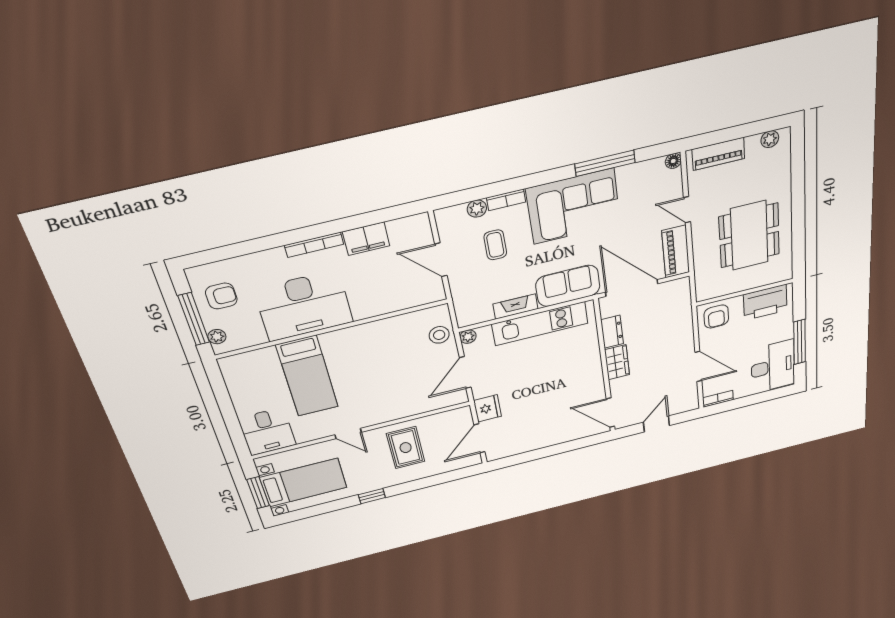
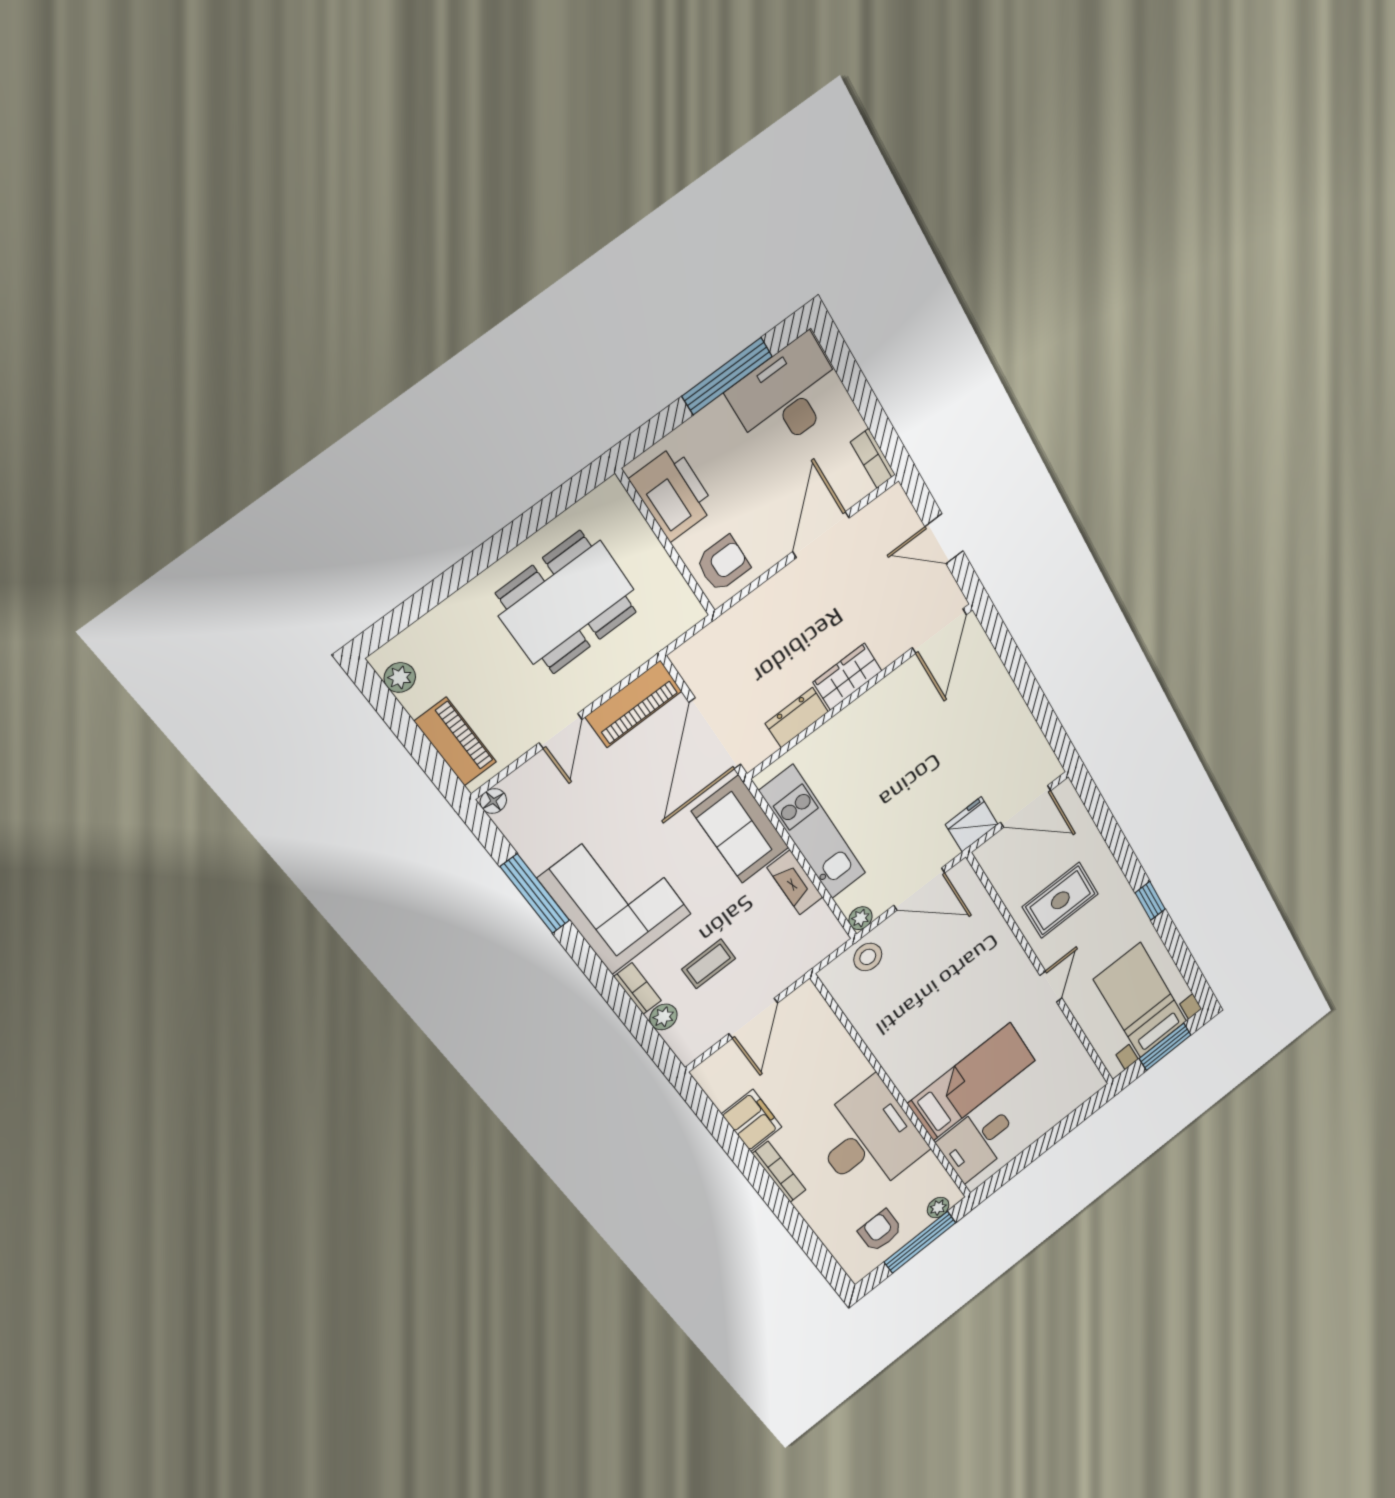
desk: (267, 432) -> (978, 1141), moved, turned 180

